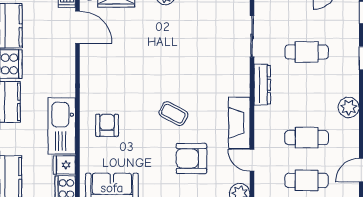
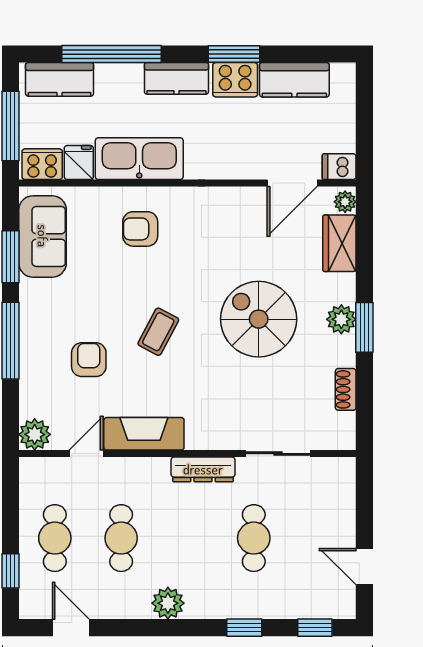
spiral stairs: (165, 49) -> (259, 319), added
armchair: (107, 125) -> (140, 229), turned 180
armchair: (191, 158) -> (89, 360), width x0.72, depth x0.72

